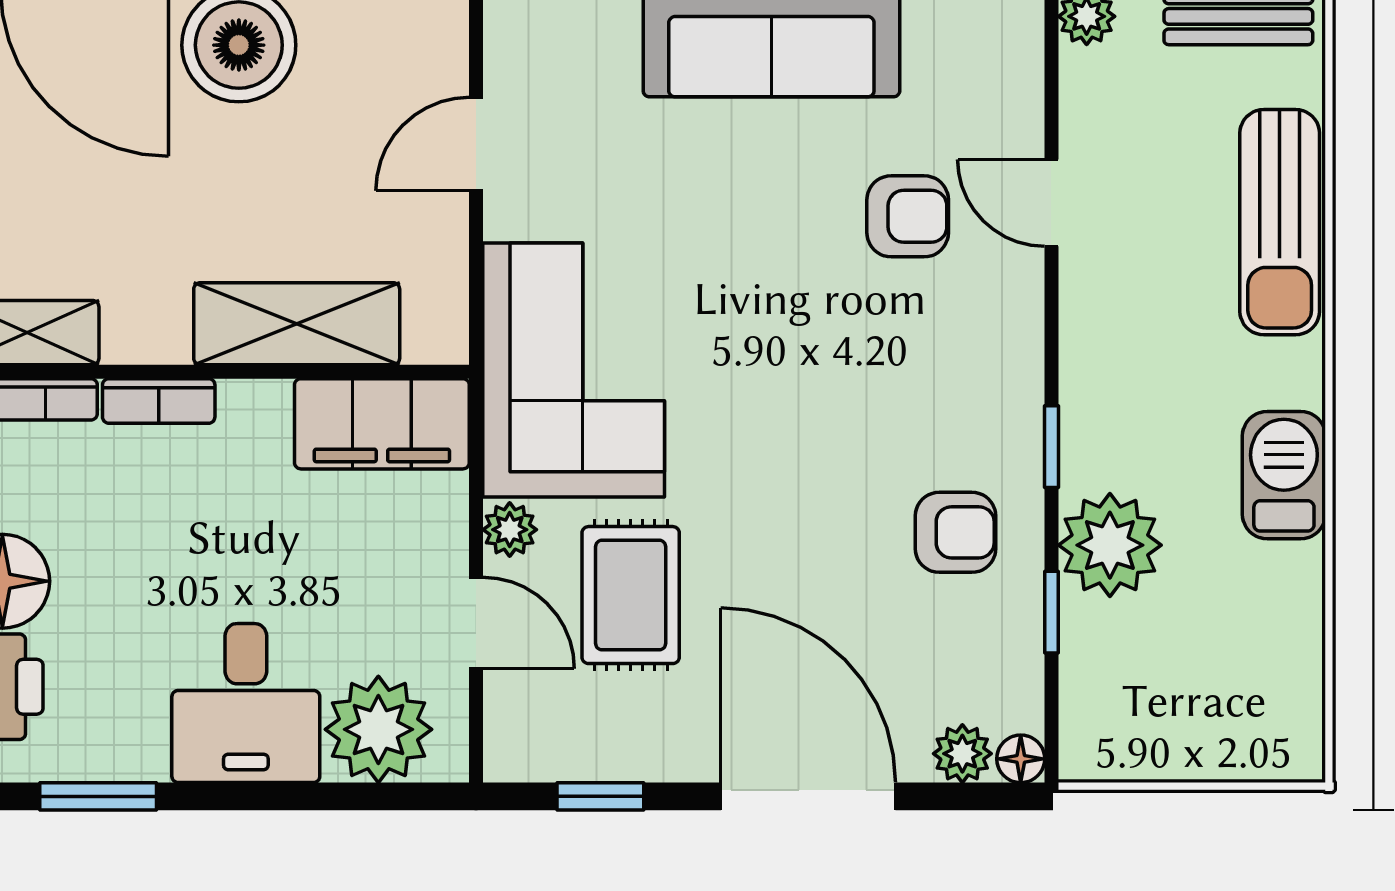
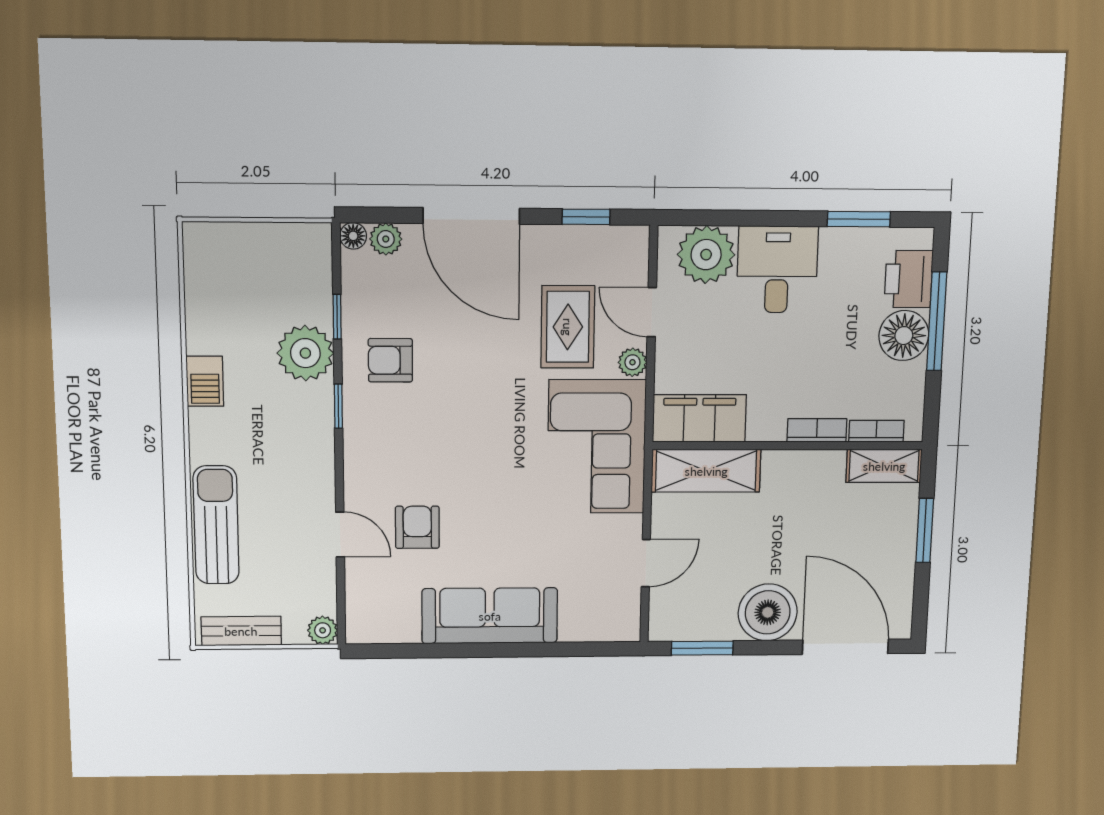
armchair: (908, 216) -> (417, 527), turned 90
shelving: (297, 324) -> (706, 471), moved
barbecue: (1284, 475) -> (205, 381), width x0.73, depth x0.79

